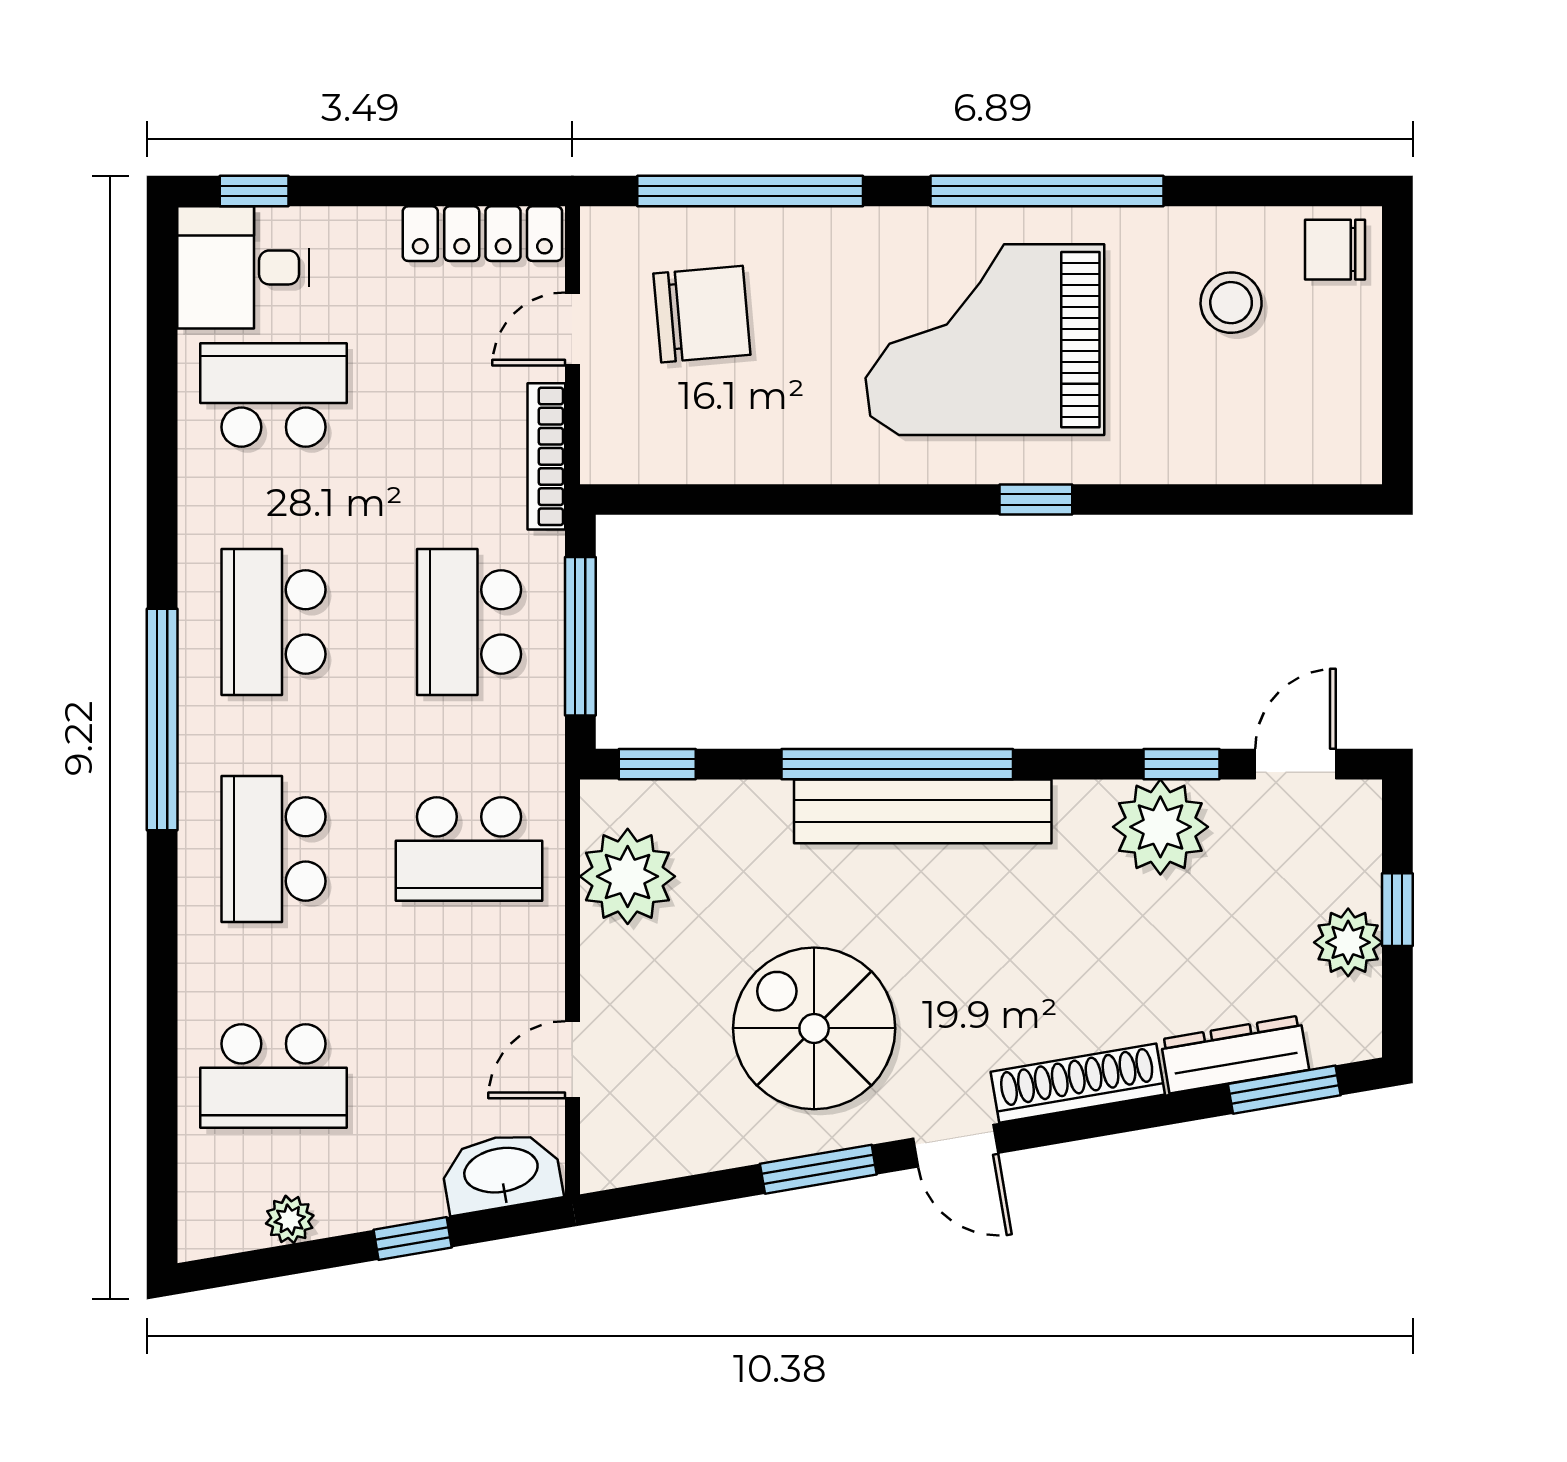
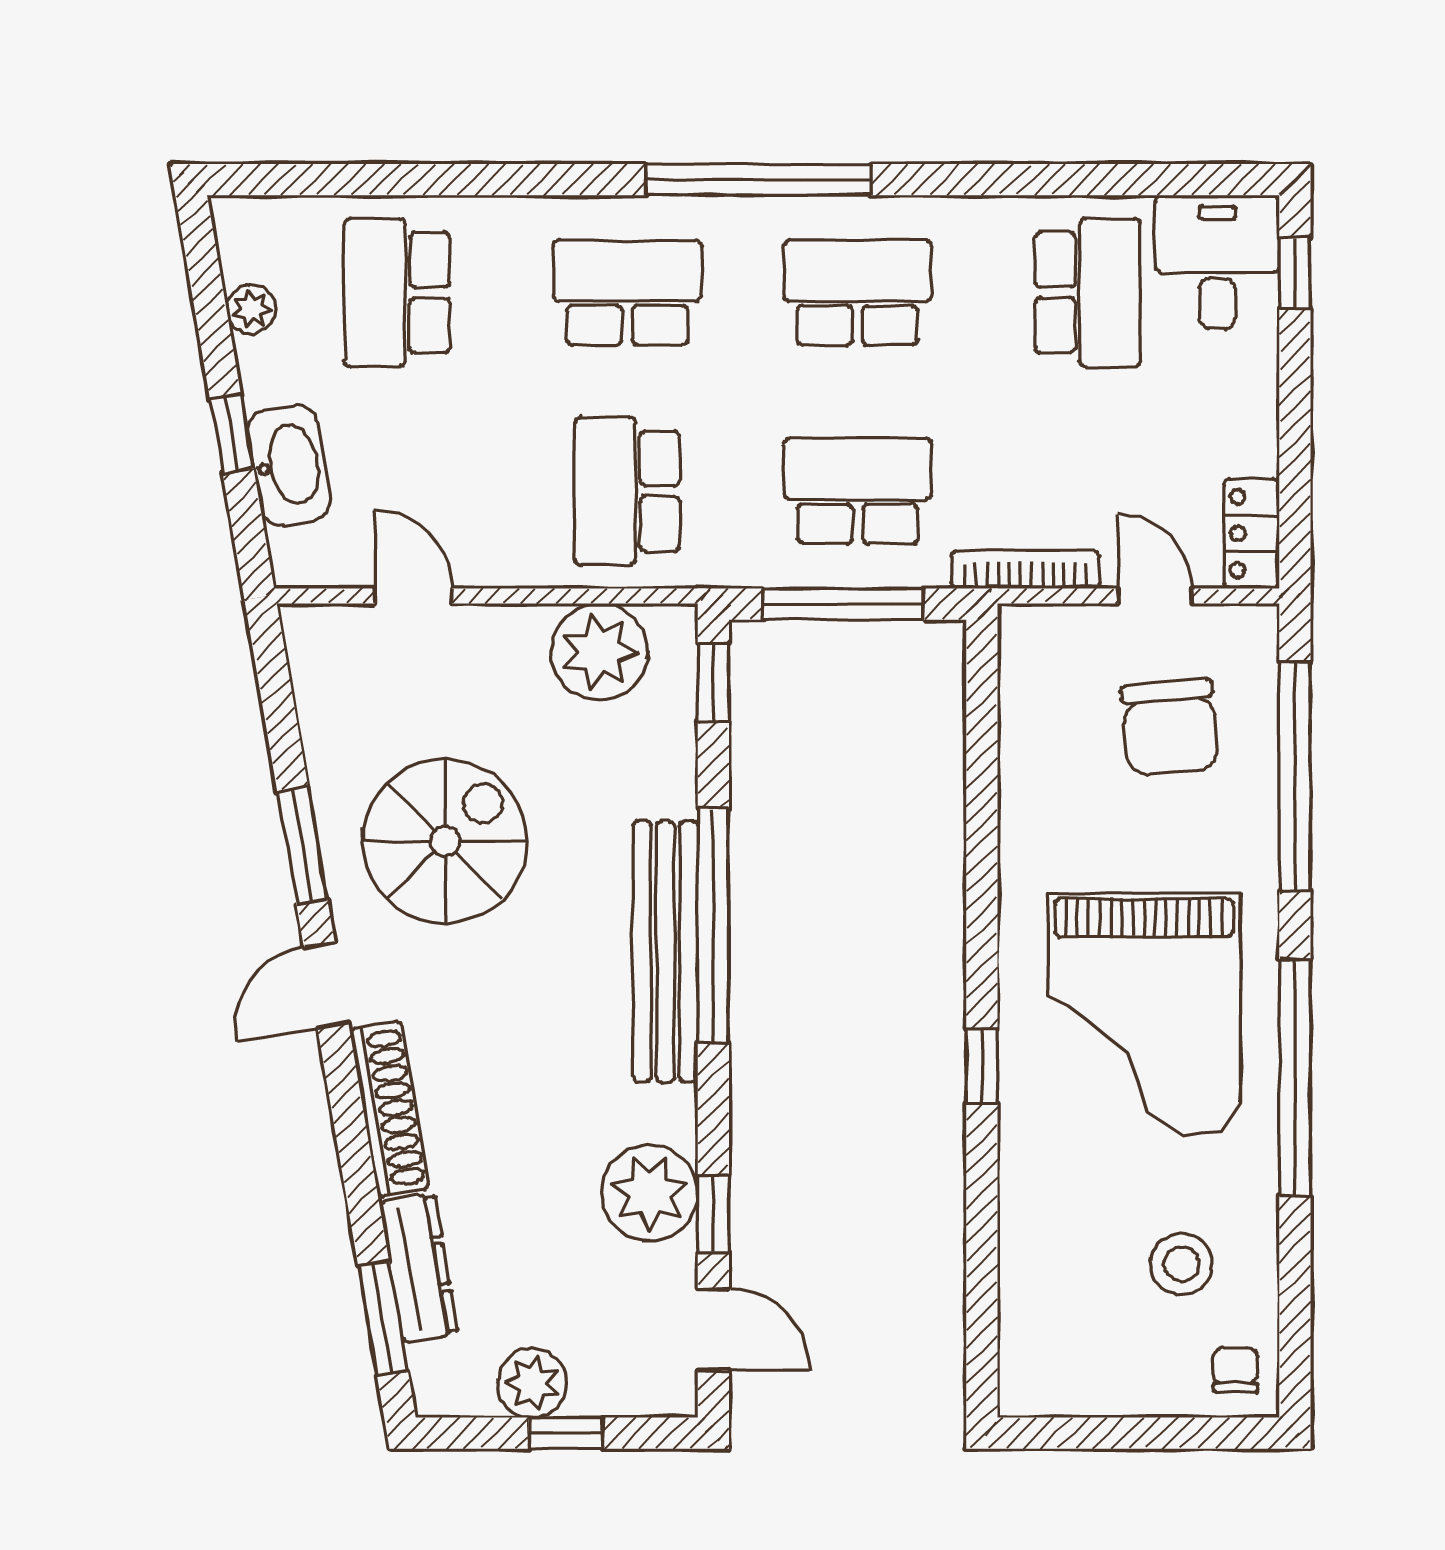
locker: (482, 234) -> (1252, 534), width x0.66
chair: (1335, 250) -> (1235, 1370), width x0.73, depth x0.73
grand piano: (985, 340) -> (1144, 1015), turned 180
washbasin: (501, 1172) -> (289, 465), moved

